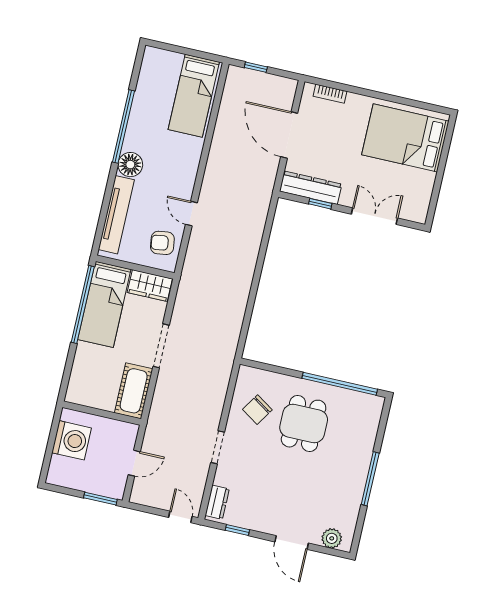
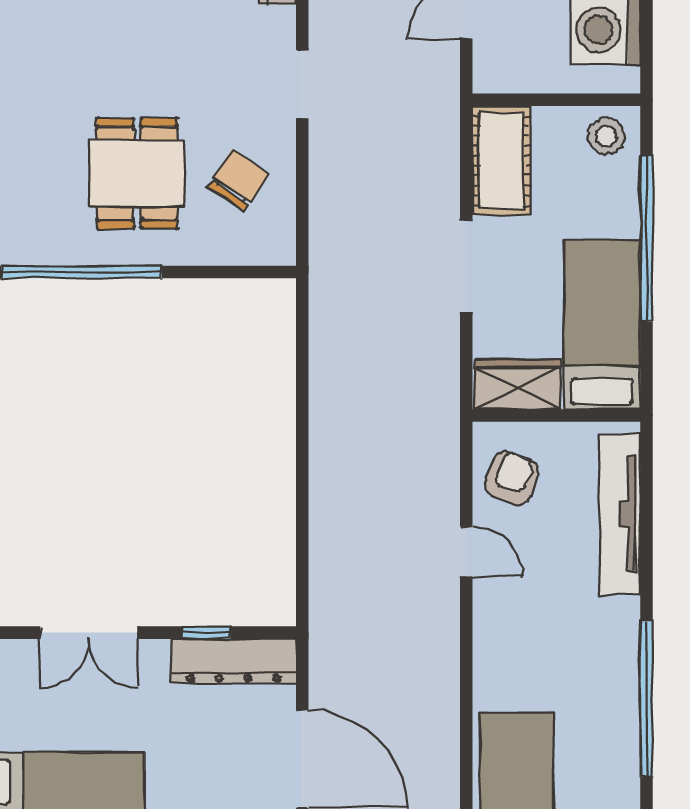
floor lamp: (130, 165) -> (615, 624), removed
armchair: (162, 243) -> (512, 478), turned -61
window: (83, 304) -> (647, 239), moved
stool: (83, 391) -> (606, 136), added

